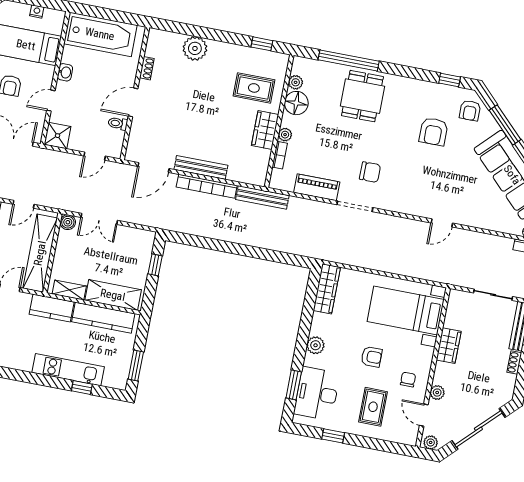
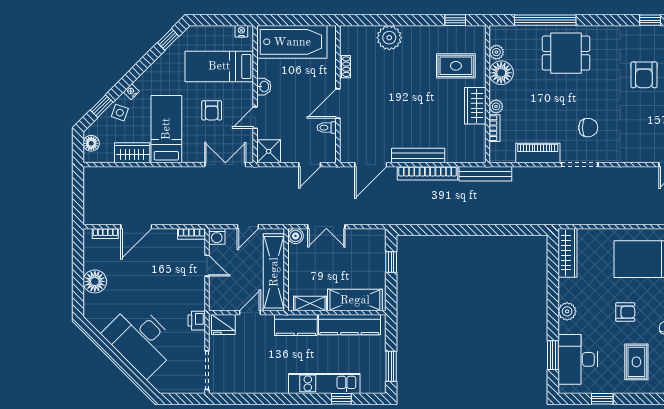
nightstand: (37, 11) -> (241, 31), moved
dining table: (362, 96) -> (566, 53), turned 90

